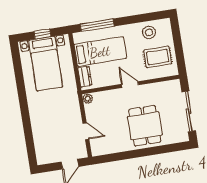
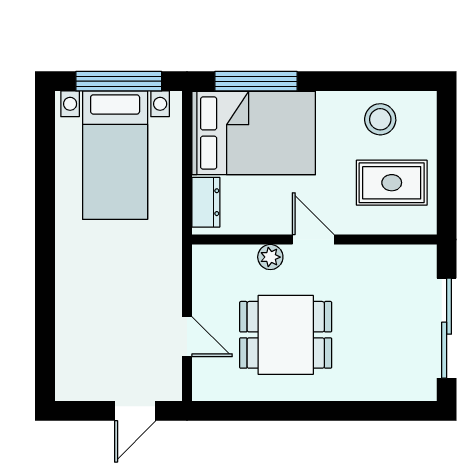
window: (42, 34) -> (119, 81), width x2.17
bed: (100, 52) -> (254, 133), width x1.50
plant: (88, 98) -> (270, 257), moved
dining table: (145, 126) -> (286, 335), moved, turned 90

